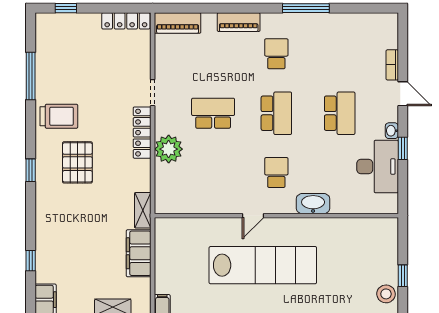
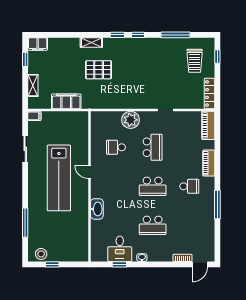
door: (403, 94) -> (200, 264), moved
trolley: (59, 116) -> (195, 61), moved
locker: (142, 133) -> (141, 103), removed
window: (403, 148) -> (119, 264), moved
pallet: (77, 162) -> (99, 70), moved
desk: (378, 166) -> (120, 249), width x0.73
school desk: (276, 173) -> (116, 147), moved, turned 180
shelving: (143, 210) -> (91, 42), moved
window: (31, 261) -> (138, 35), moved

